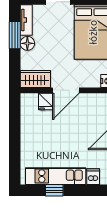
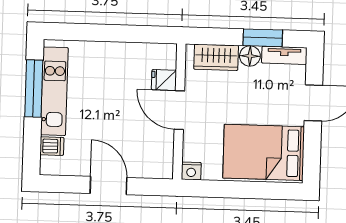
wardrobe: (35, 79) -> (216, 57), moved, turned 90
window: (54, 190) -> (34, 88), width x2.17

